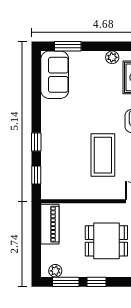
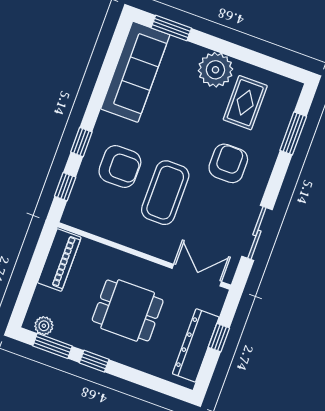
plant: (112, 57) -> (215, 70), width x1.88, depth x1.88
sofa: (55, 75) -> (135, 72), width x1.36
armchair: (67, 149) -> (120, 166), added

